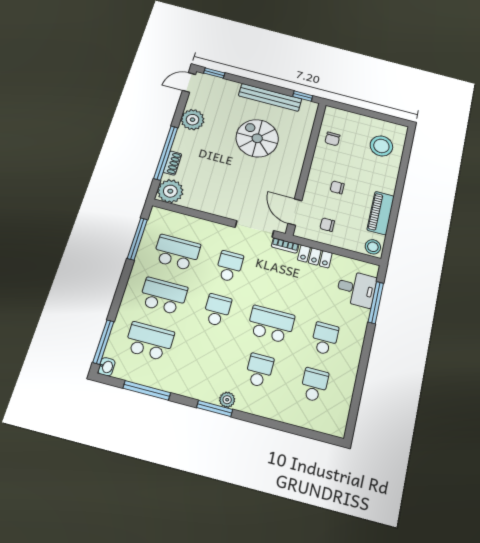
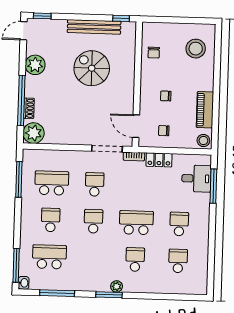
school desk: (163, 296) -> (51, 220), width x0.54

